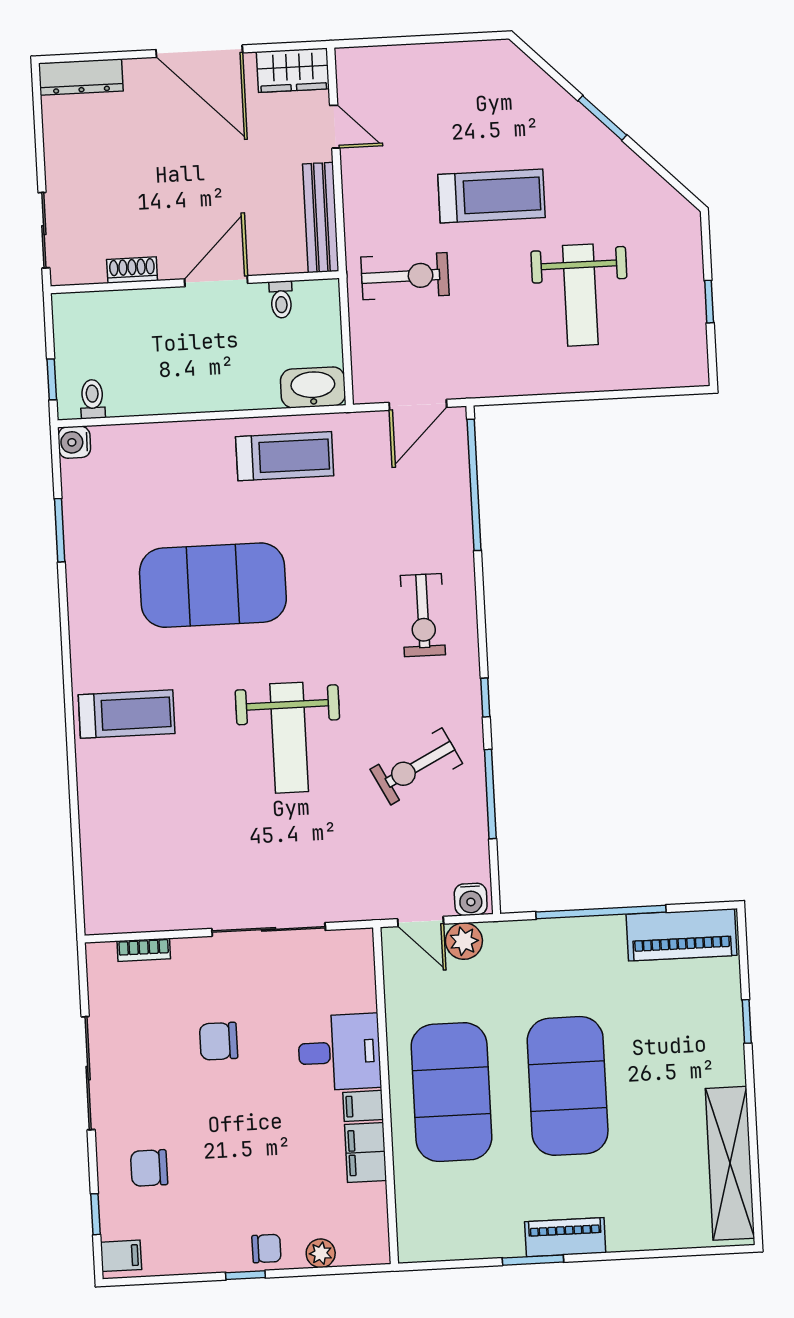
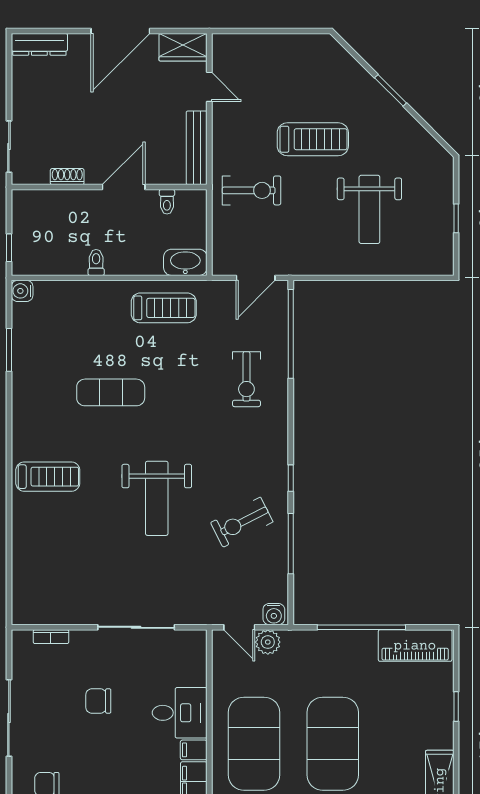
door: (199, 51) -> (120, 31), hinge flipped
toilet: (92, 399) -> (96, 262), moved
exercise mat: (213, 585) -> (111, 392), width x0.50, depth x0.69
exercise bike: (423, 615) -> (246, 379), moved

